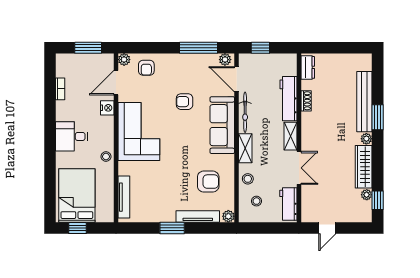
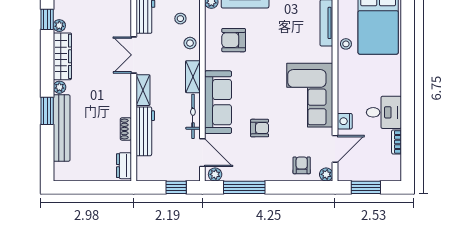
desk: (72, 136) -> (384, 112), moved
stool: (106, 157) -> (346, 44), moved

